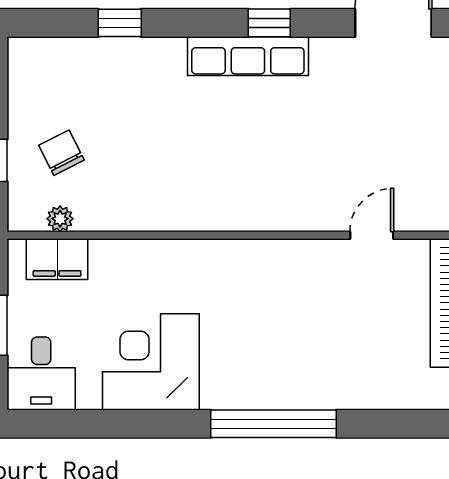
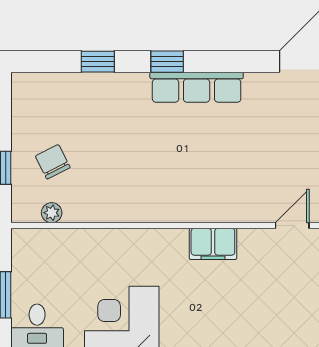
window: (269, 23) -> (167, 62), moved
filing cabinet: (57, 259) -> (213, 244), moved

